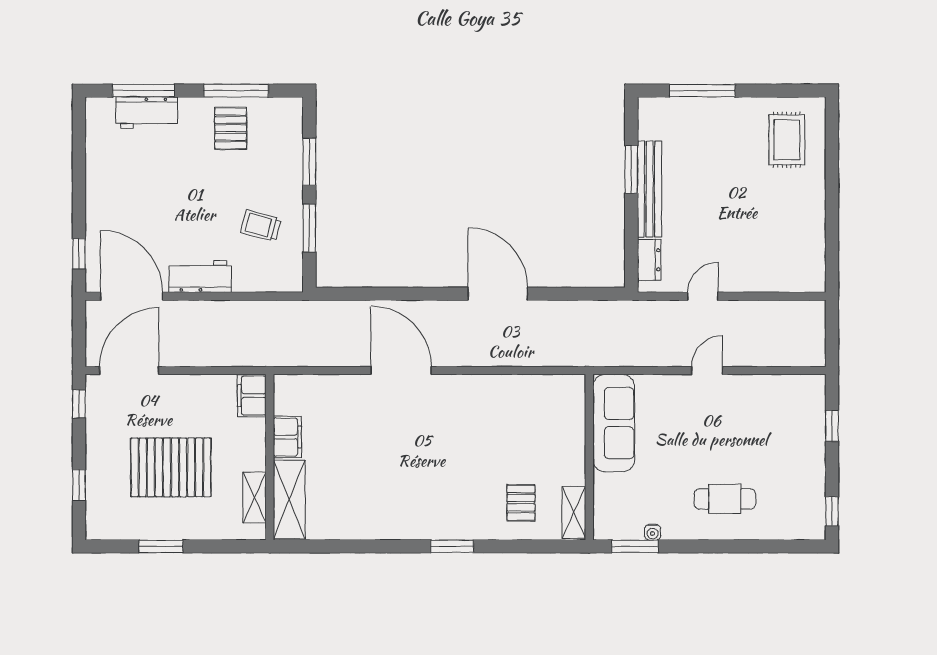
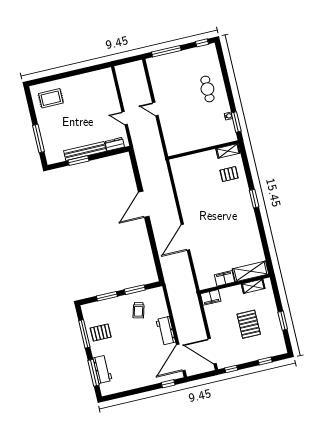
sofa: (614, 423) -> (187, 143), removed
window: (832, 426) -> (166, 51), width x2.17
pallet: (171, 467) -> (249, 324), width x0.73, depth x0.71

